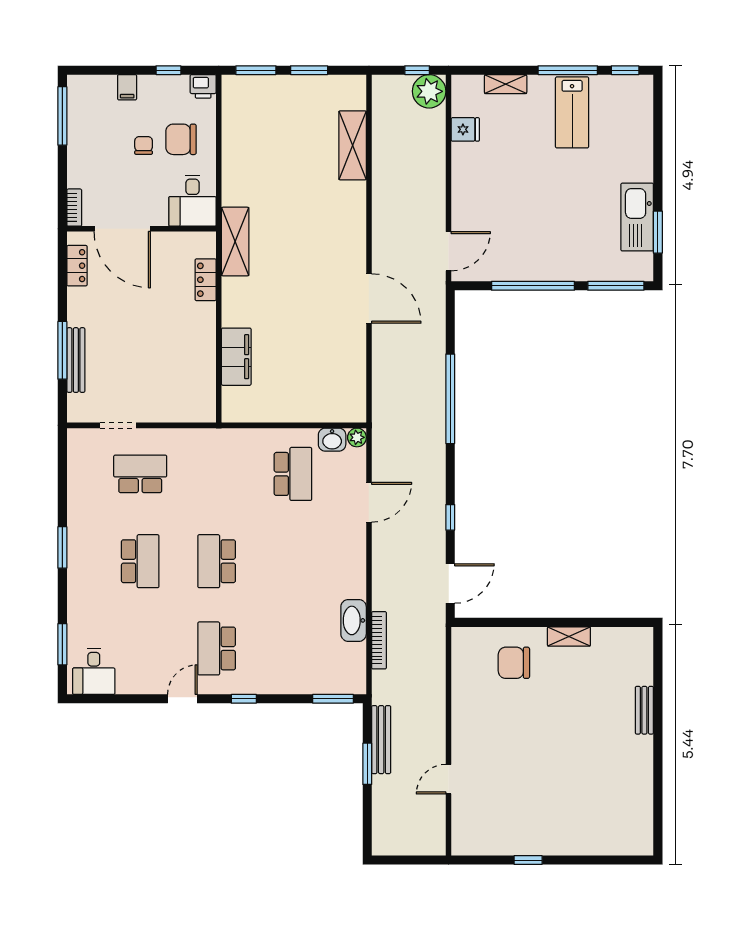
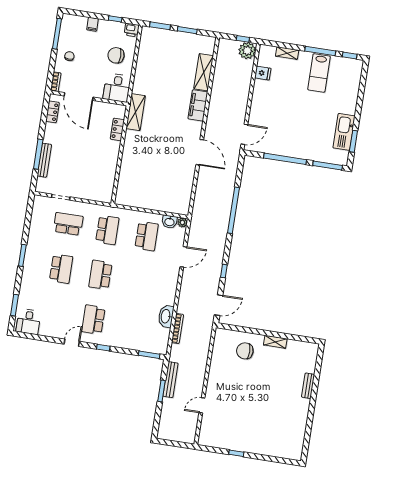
chair: (144, 145) -> (69, 56), moved
filing cabinet: (236, 357) -> (198, 105), moved, turned 180
school desk: (217, 474) -> (107, 230), added

